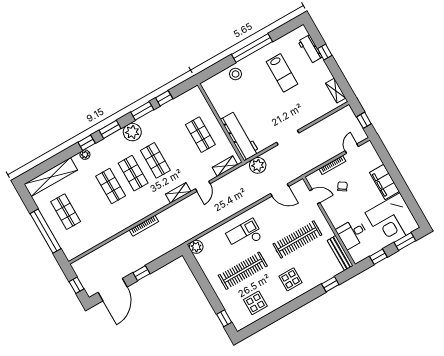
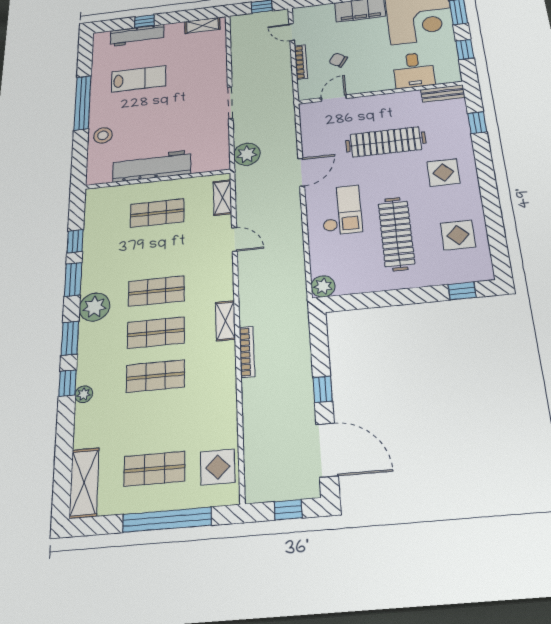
workbench: (310, 49) -> (137, 35), width x1.38
workbench: (240, 136) -> (152, 166), moved
shelving: (51, 177) -> (84, 483), width x0.68
door: (280, 190) -> (301, 172), moved
shelving: (178, 193) -> (225, 321), moved
checkout: (245, 235) -> (341, 210), turned 180
clothes rail: (297, 239) -> (386, 142), turned 90
display table: (81, 242) -> (218, 467), added
bench: (340, 253) -> (443, 94), width x0.73

